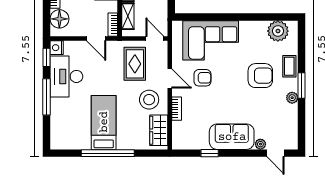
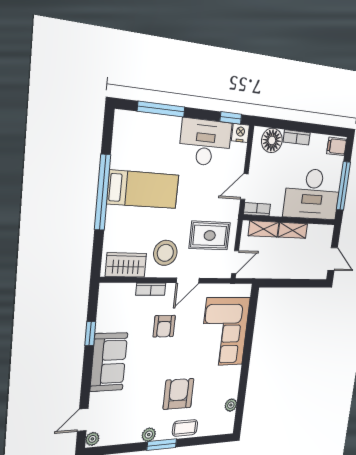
plant: (278, 31) -> (231, 405), width x0.53, depth x0.53
armchair: (260, 76) -> (178, 394), turned 180
armchair: (202, 78) -> (164, 326), moved
window: (47, 97) -> (161, 109), moved
plant: (260, 144) -> (92, 439), moved

